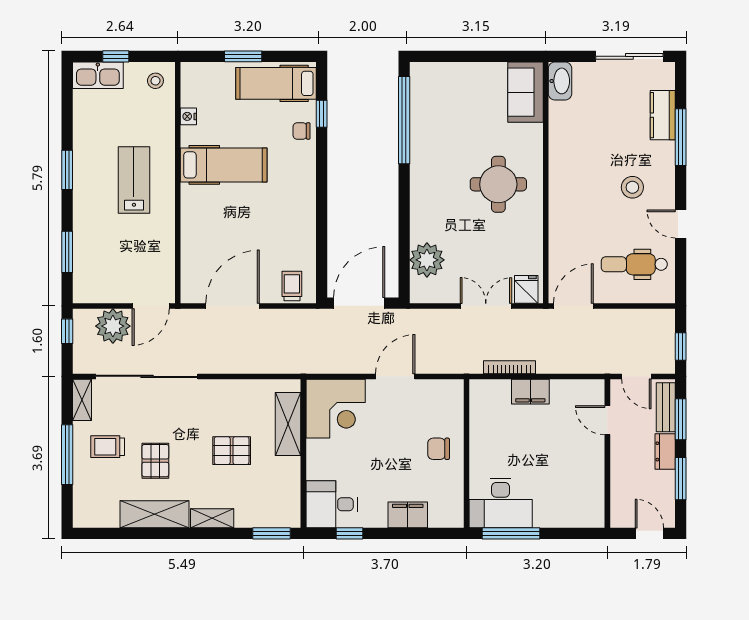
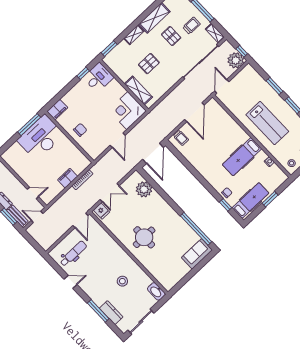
sofa: (526, 92) -> (197, 254), moved, turned -90
lab bench: (134, 180) -> (267, 123), width x1.36, depth x1.39
stool: (632, 187) -> (122, 281), moved
window: (67, 252) -> (275, 86), moved
plant: (113, 326) -> (236, 60), moved
window: (681, 347) -> (32, 241), removed
desk: (501, 503) -> (41, 137), width x1.36, depth x1.30
filing cabinet: (408, 515) -> (57, 110), moved

